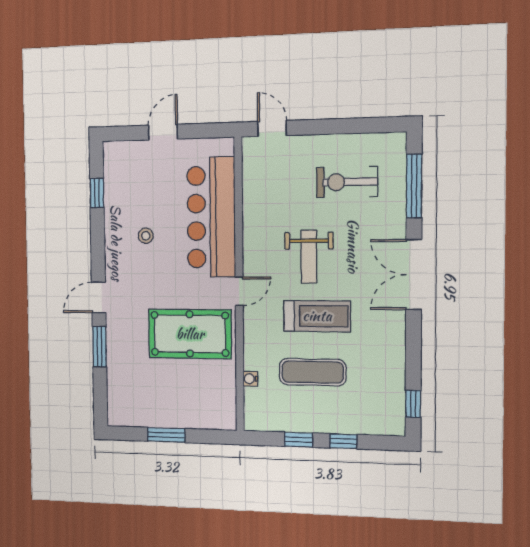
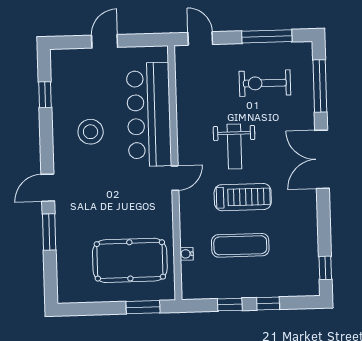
window: (351, 126) -> (267, 36), added
stool: (146, 236) -> (91, 132), width x1.89, depth x1.89
pool table: (190, 334) -> (130, 260), moved
window: (166, 435) -> (143, 307), moved

